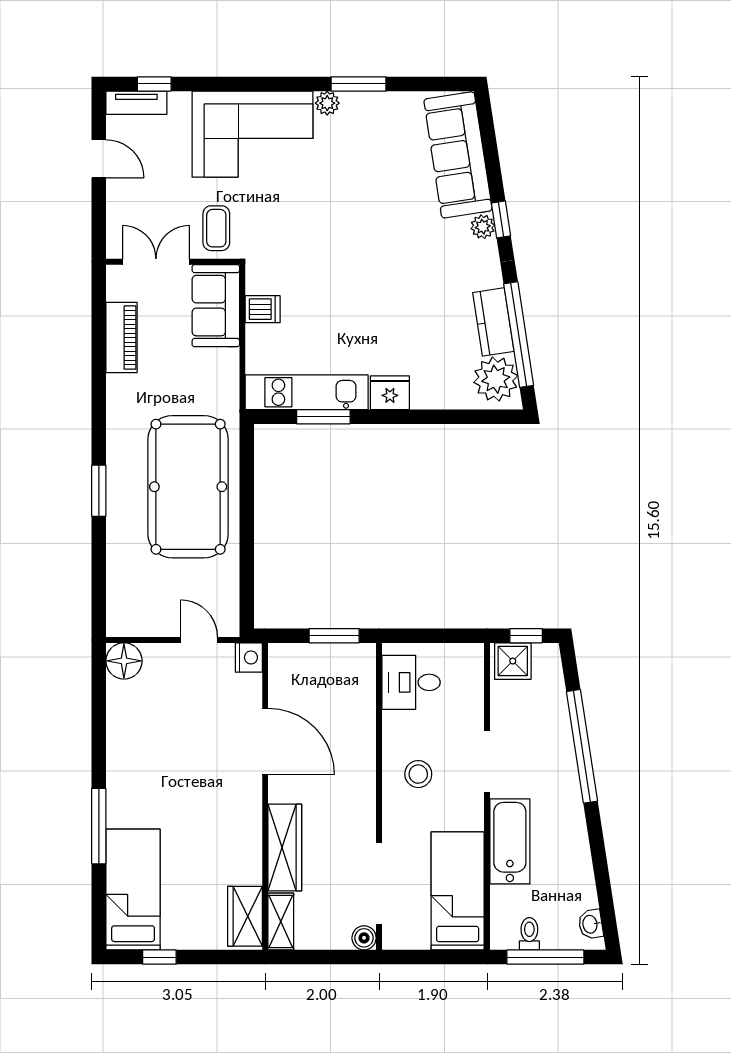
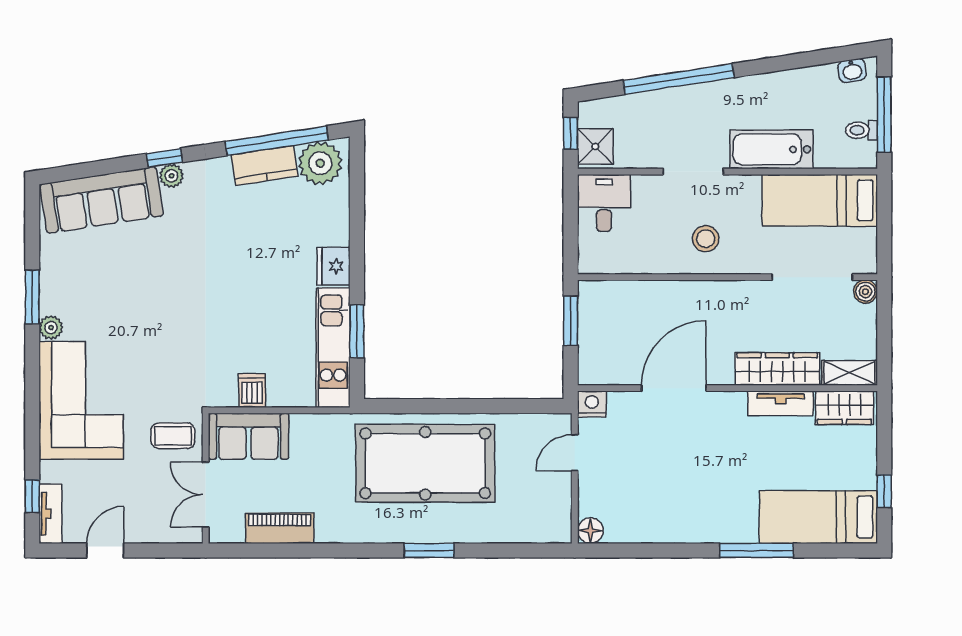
floor lamp: (124, 661) -> (590, 531), width x0.73, depth x0.73
desk: (411, 682) -> (604, 203), moved, turned 180
tv unit: (250, 851) -> (781, 403), added

